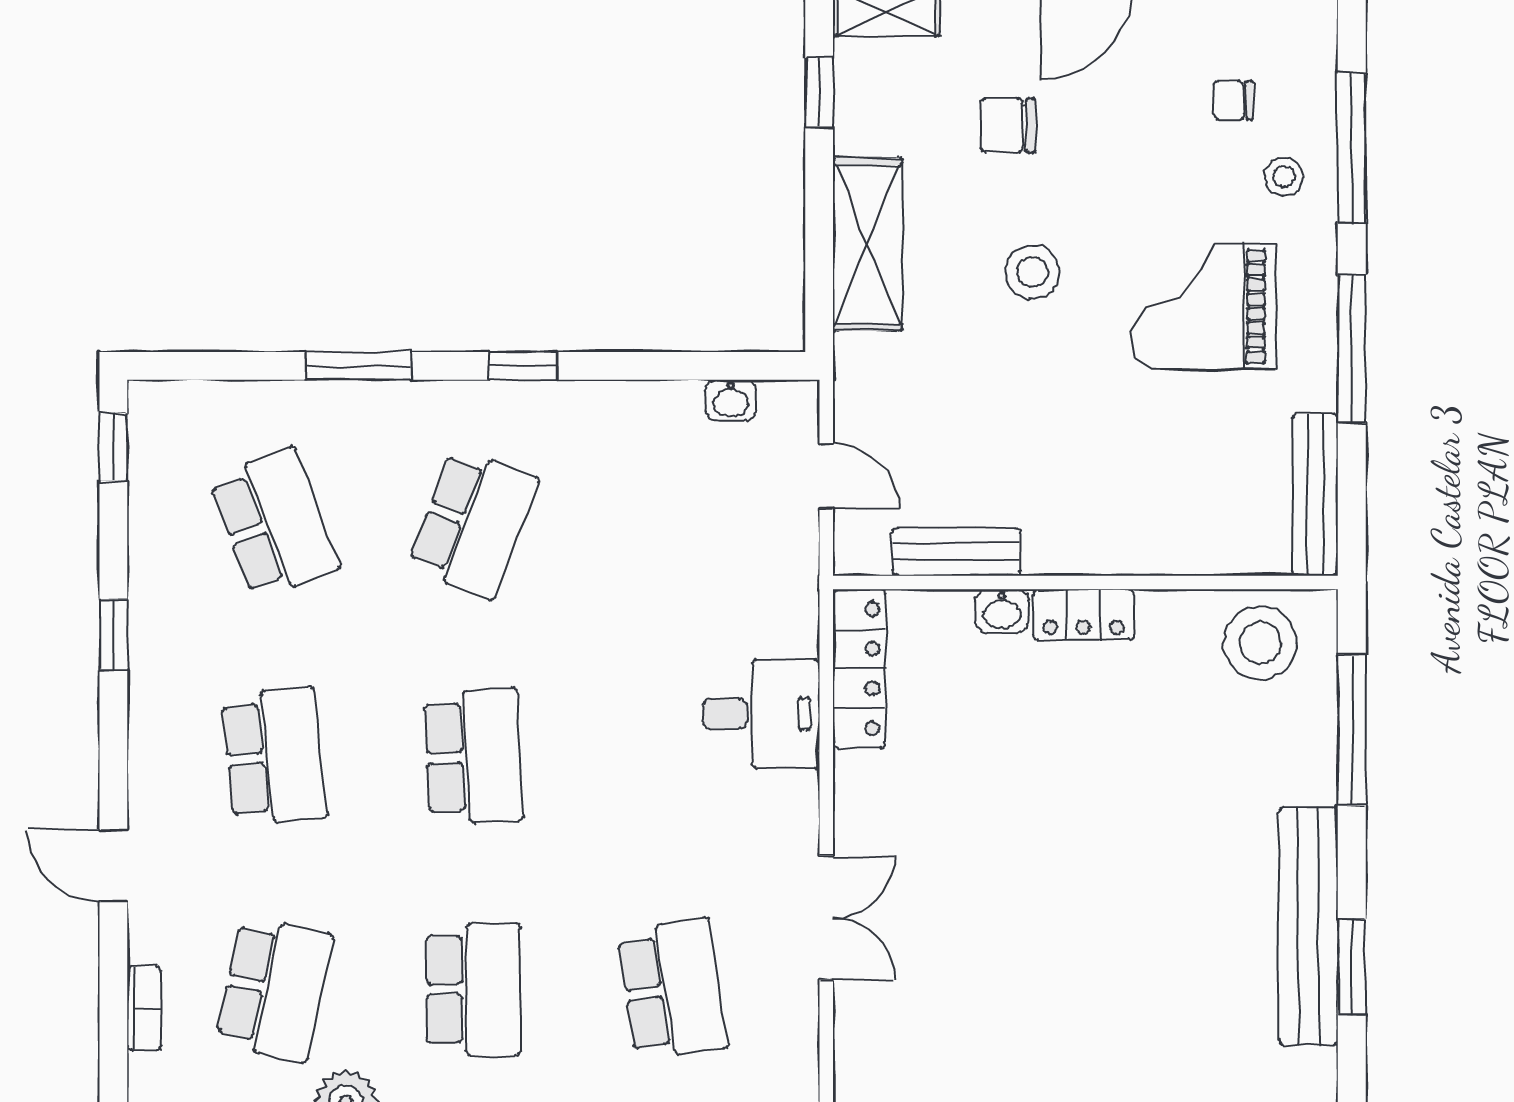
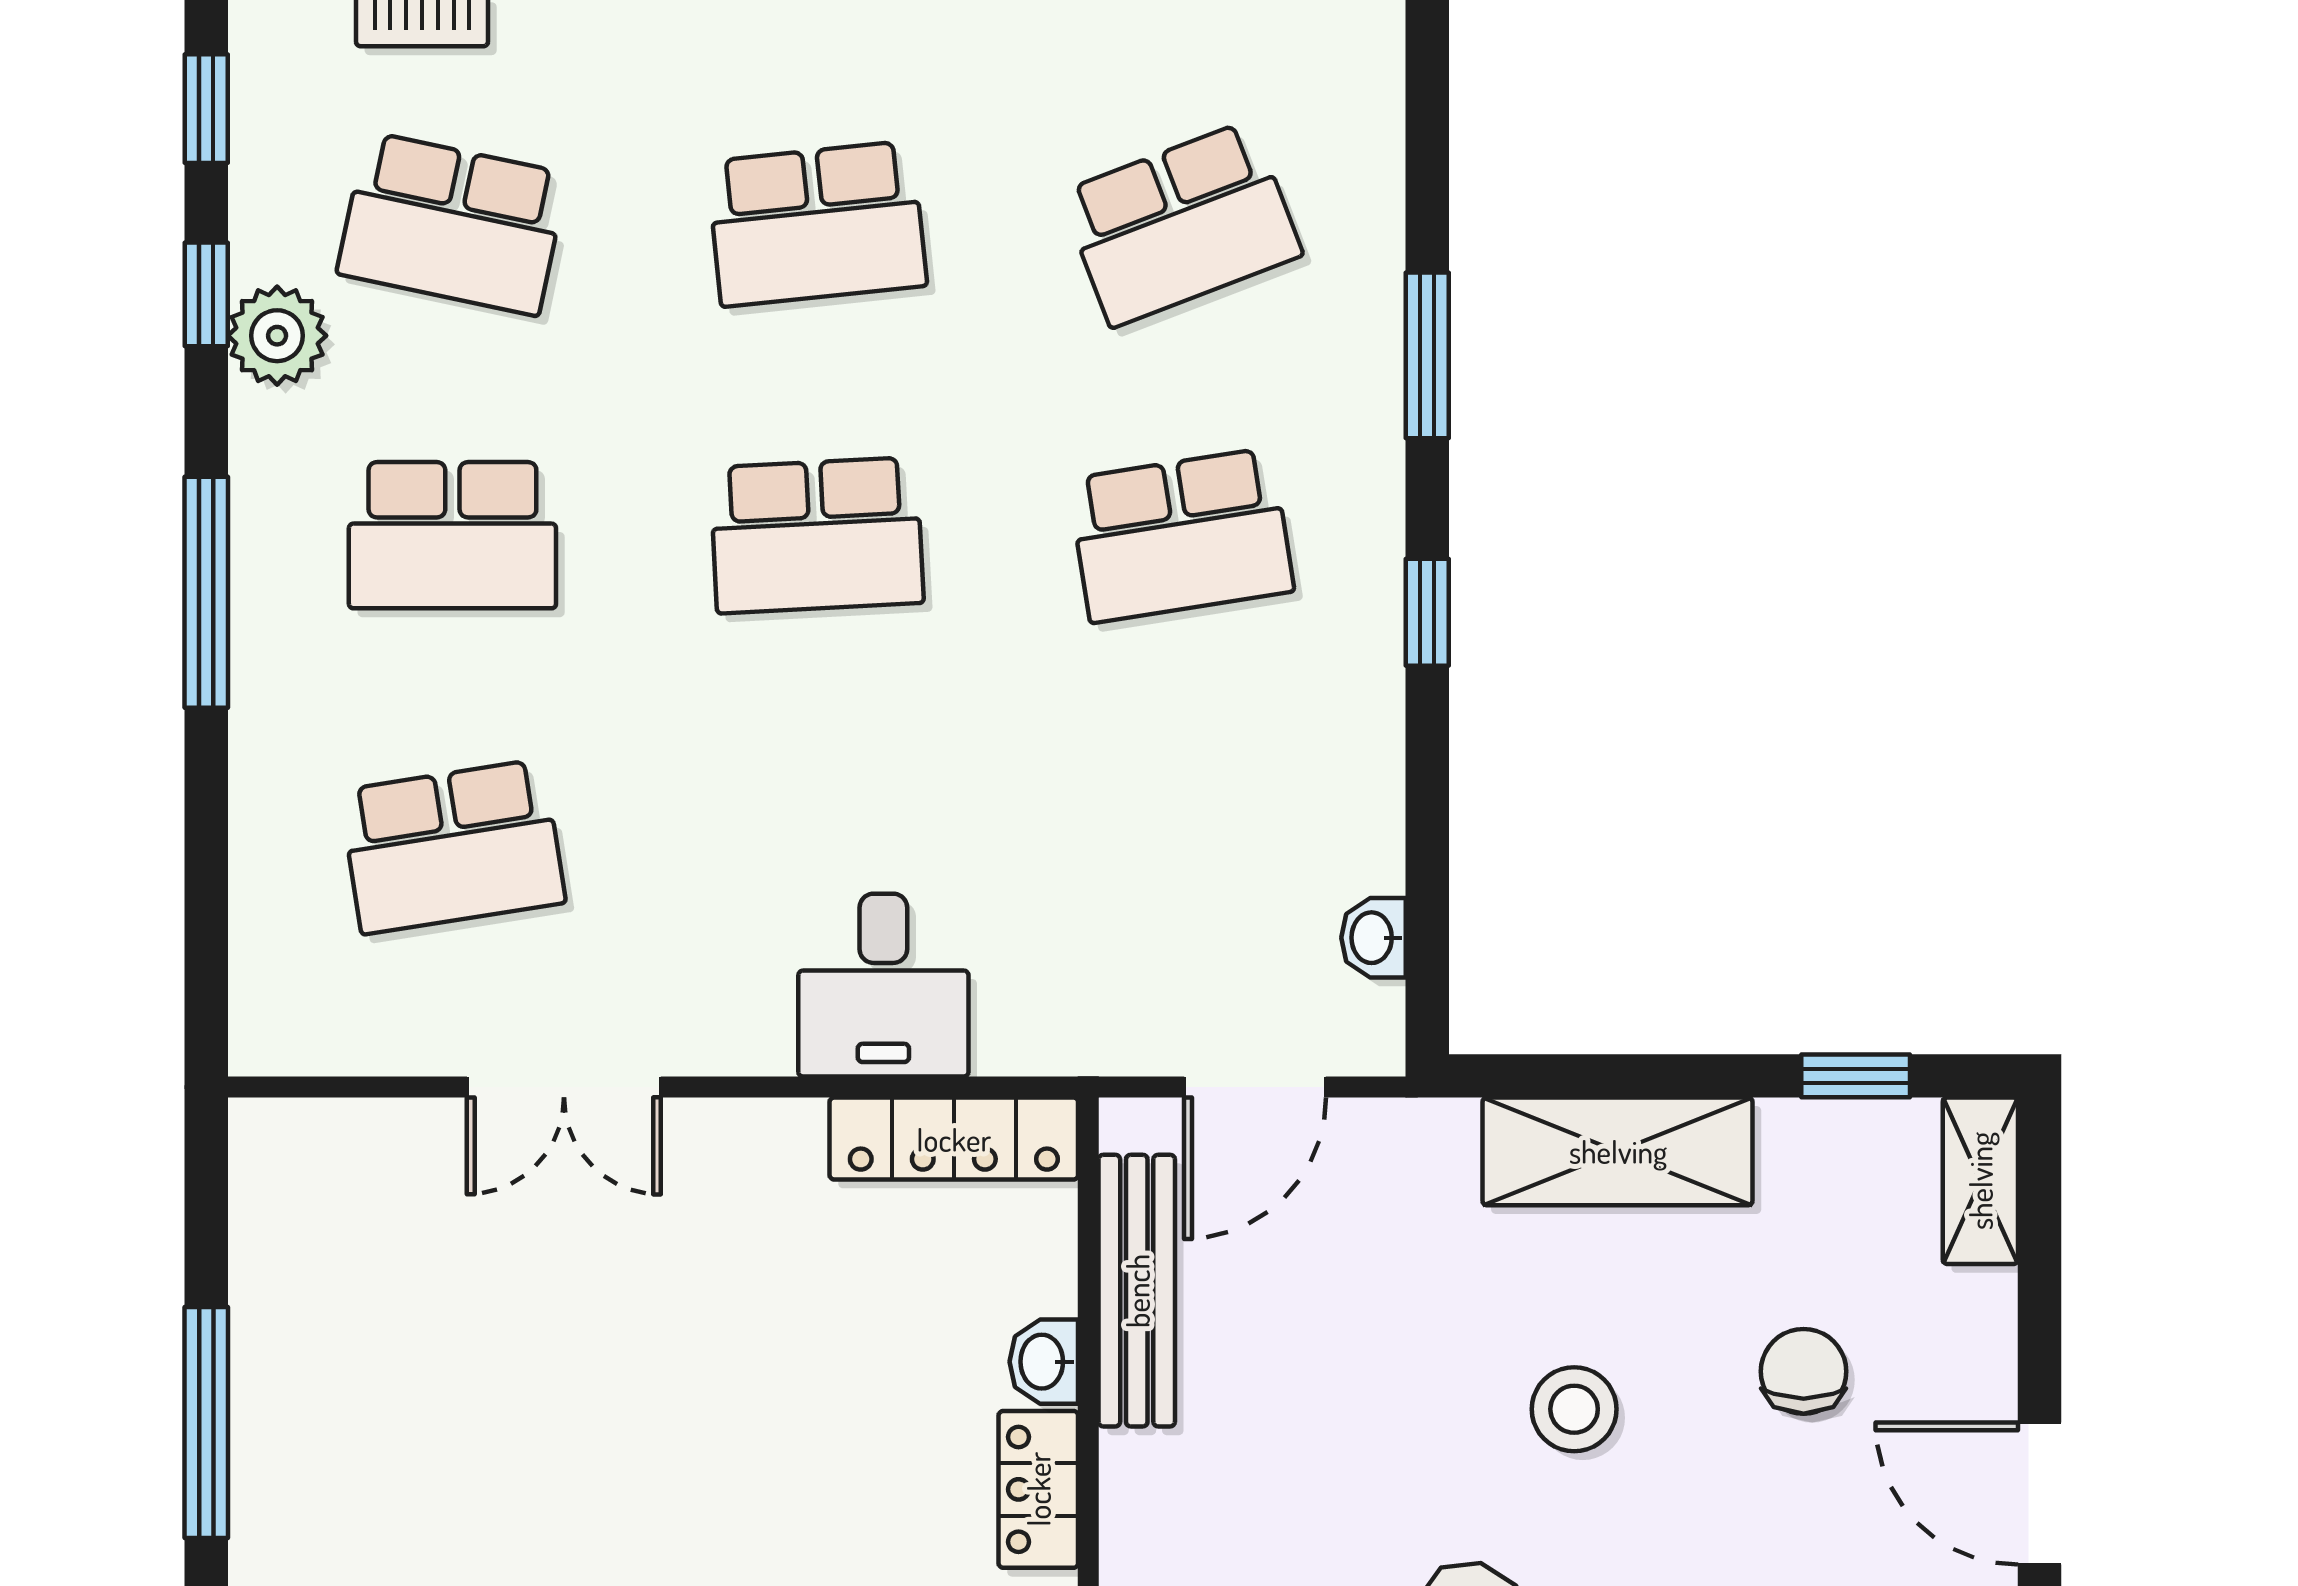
door: (826, 476) -> (1255, 1087), width x1.38
school desk: (473, 523) -> (1181, 535), turned -30
bench: (956, 552) -> (1137, 1291), width x1.36

